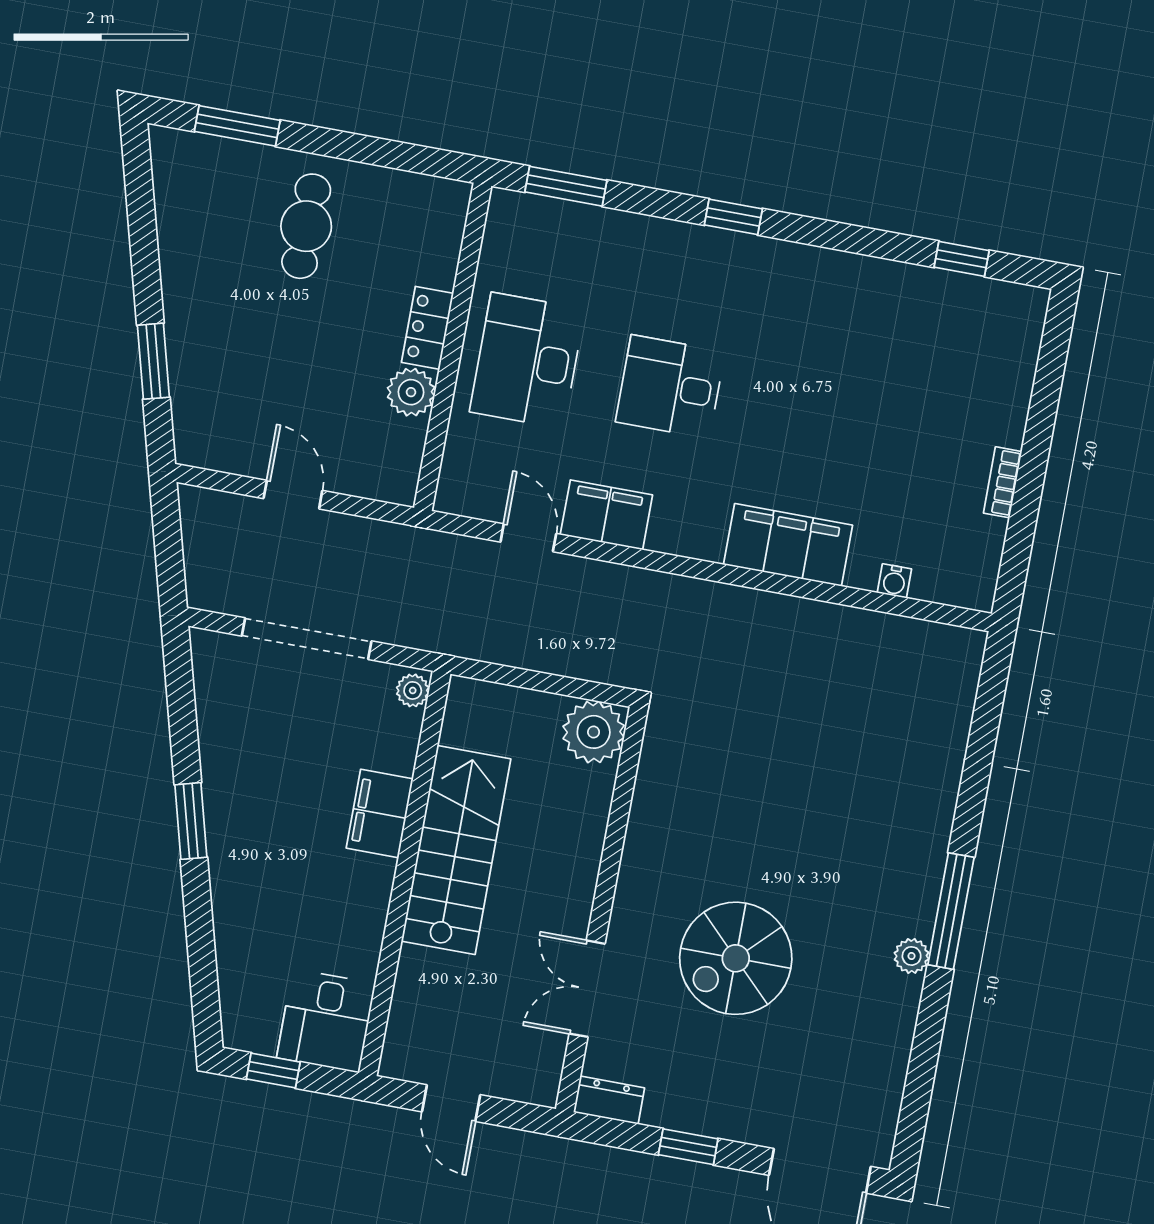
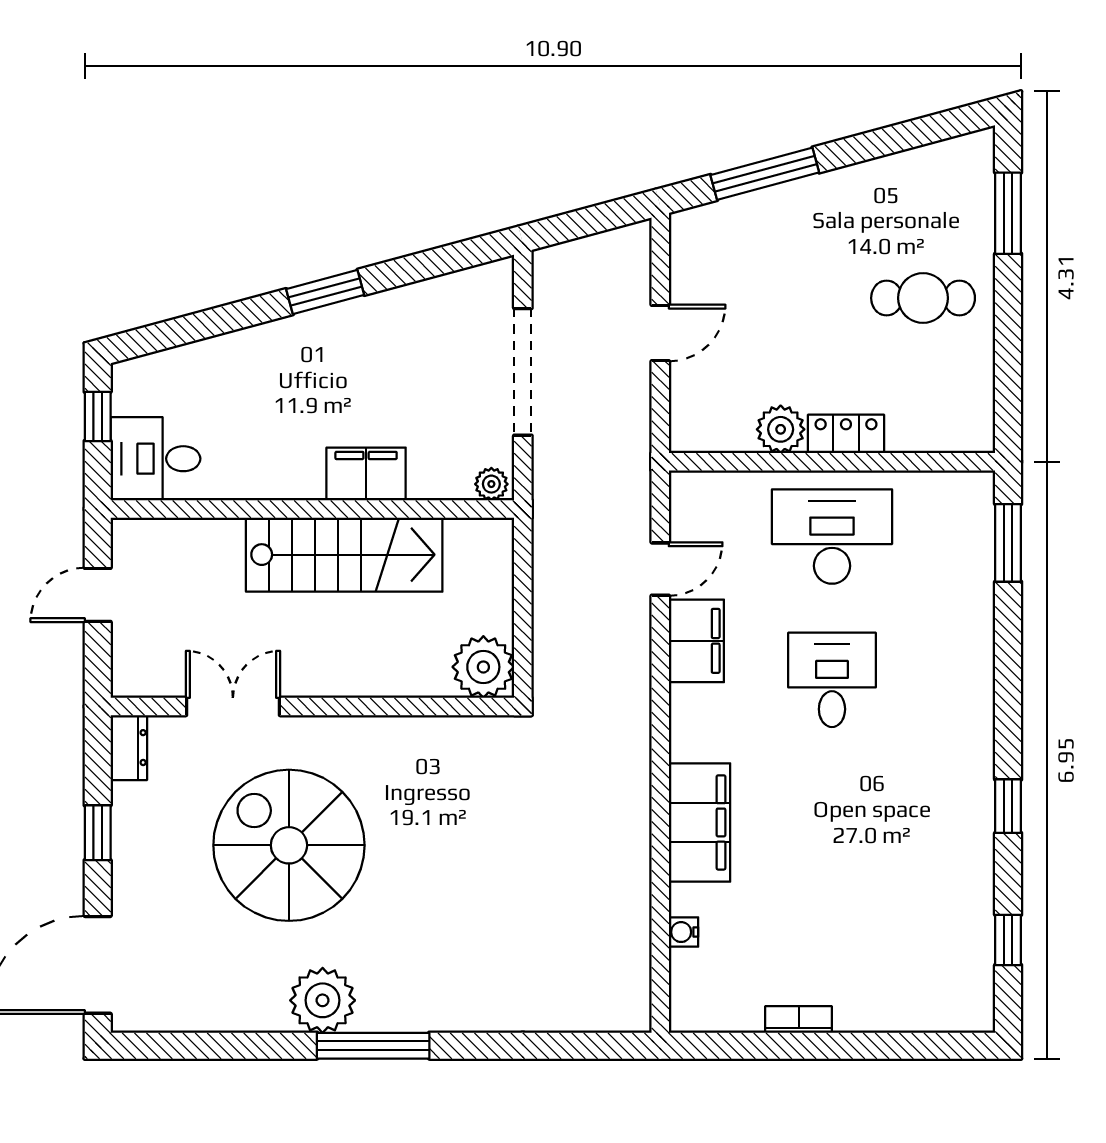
window: (733, 217) -> (1008, 806), moved
window: (153, 361) -> (765, 174), width x1.44
plant: (912, 956) -> (323, 1000), width x1.87, depth x1.87
spiral stairs: (736, 958) -> (289, 845), width x1.37, depth x1.37

